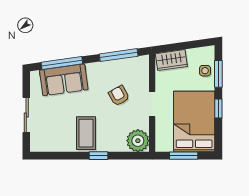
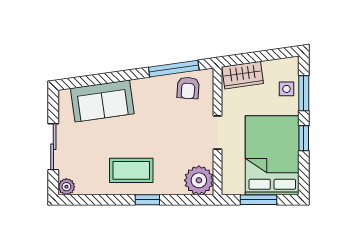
window: (62, 63) -> (100, 79), removed
armchair: (119, 96) -> (188, 88), moved, turned -147
coffee table: (86, 133) -> (131, 170), turned 90
plant: (36, 146) -> (66, 187), added

